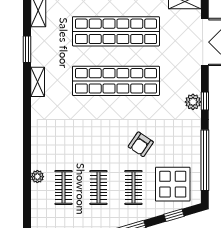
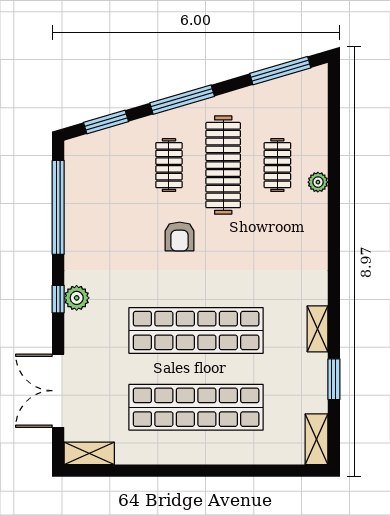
armchair: (141, 144) -> (180, 237), moved, turned 146
display table: (173, 184) -> (108, 170), removed
clothes rail: (98, 187) -> (223, 165), width x1.86, depth x1.31
window: (174, 215) -> (106, 122), width x1.50

